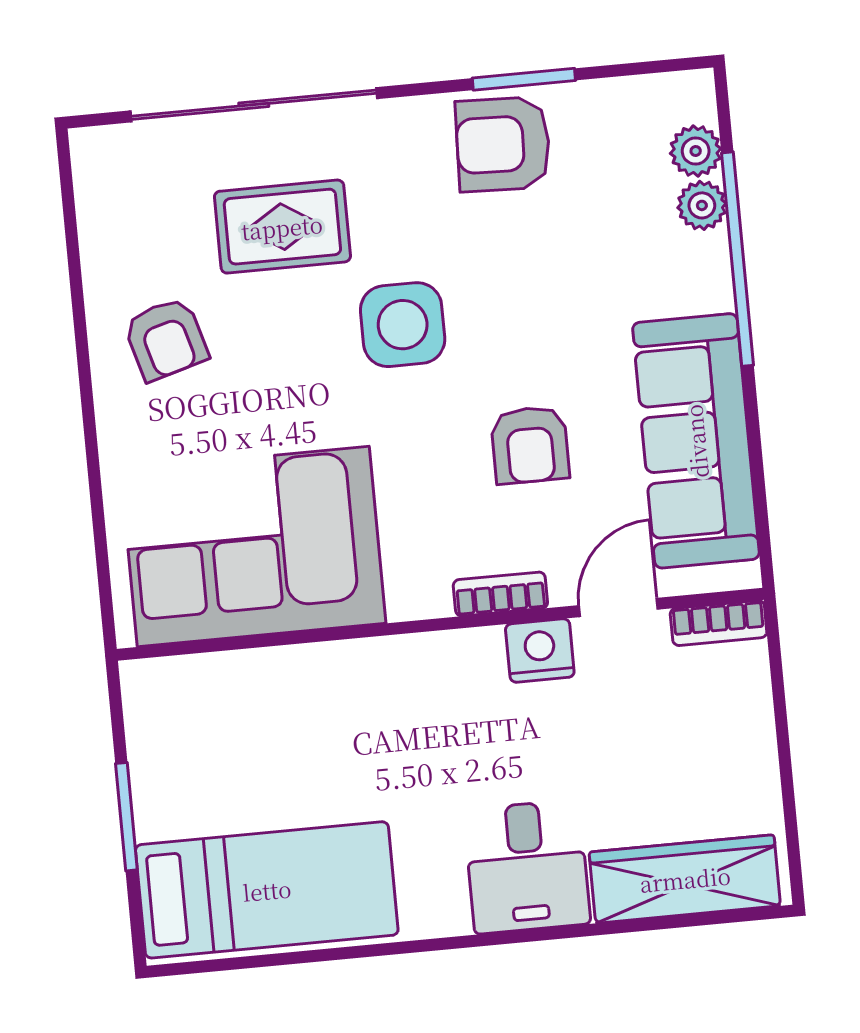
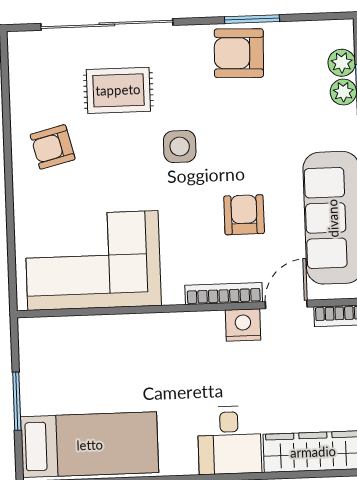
side table: (403, 325) -> (180, 147), width x0.73, depth x0.73
armchair: (166, 339) -> (53, 147), turned 92
armchair: (530, 445) -> (244, 215), turned 180
bookcase: (500, 594) -> (224, 294), width x1.56

